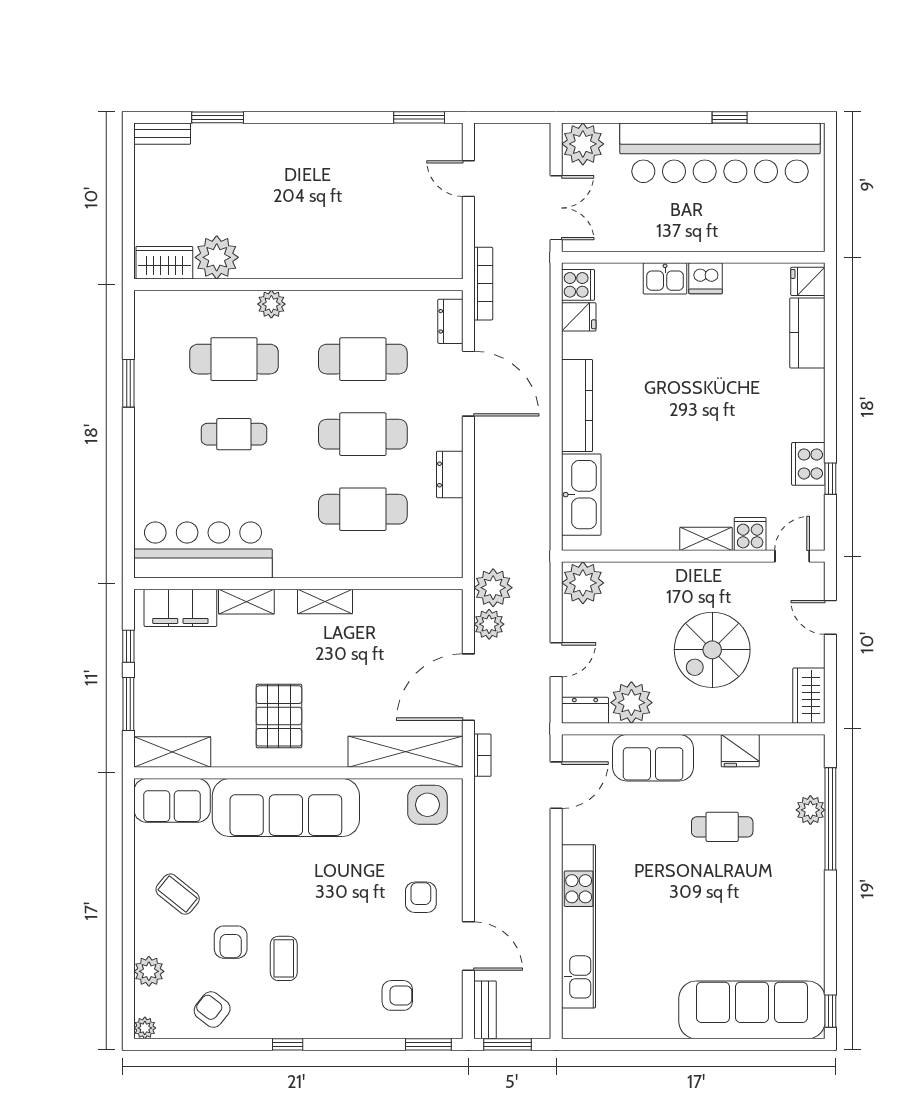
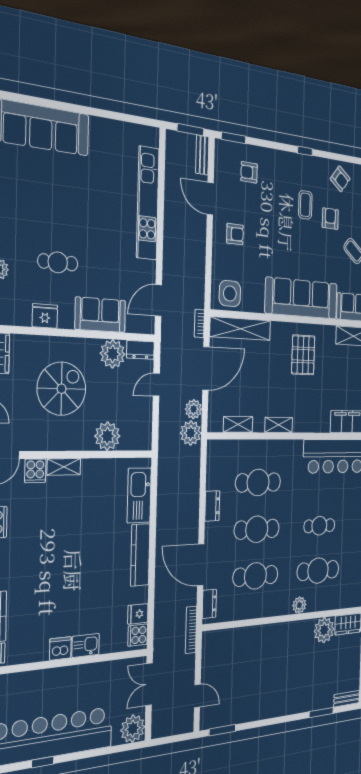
plant: (583, 583) -> (107, 436), moved
shelving: (246, 602) -> (238, 424), moved
armchair: (421, 897) -> (235, 234), turned -90

